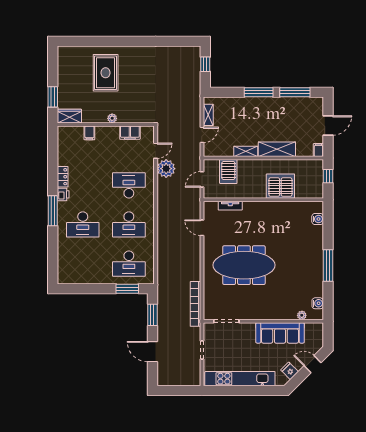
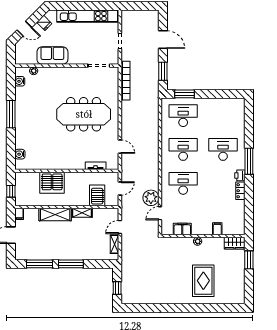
desk: (129, 185) -> (183, 183), turned 180
sofa: (280, 333) -> (52, 56), width x0.73

